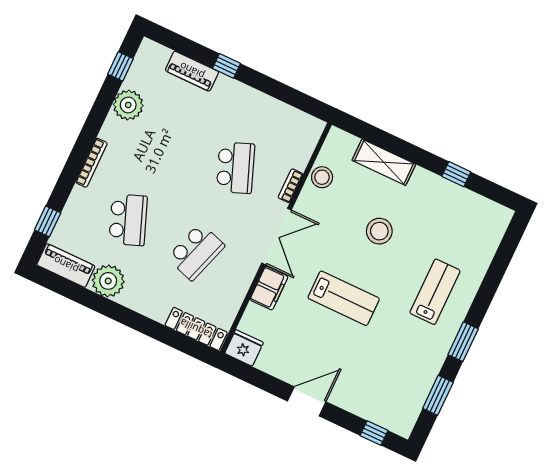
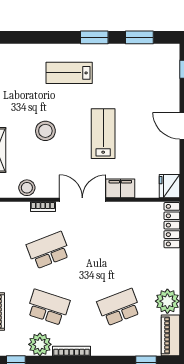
bookcase: (91, 163) -> (72, 351), moved
school desk: (196, 252) -> (48, 307), moved

